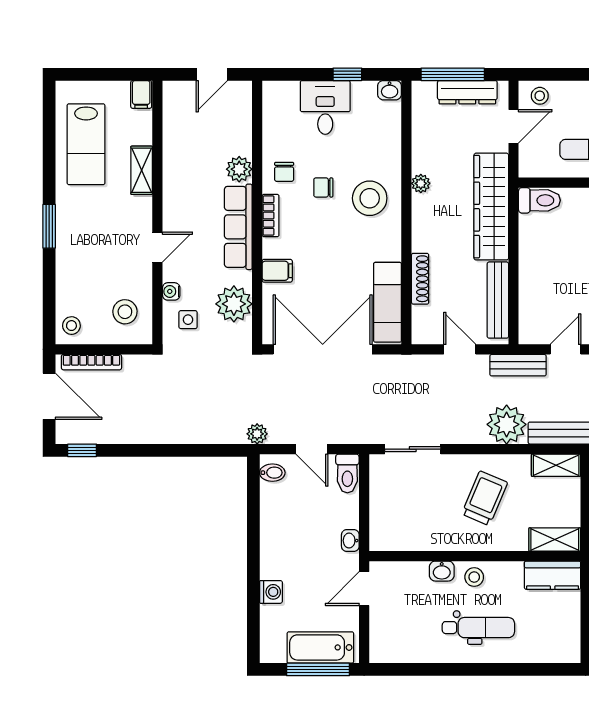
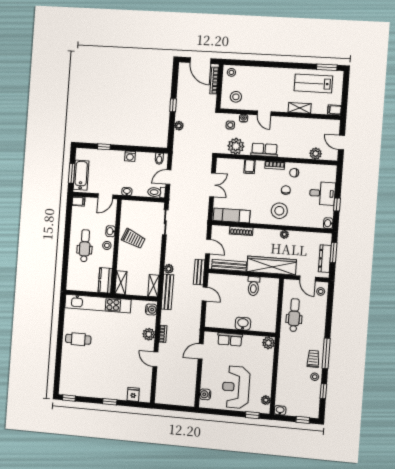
window: (453, 74) -> (333, 253), width x0.69
plant: (239, 169) -> (316, 154), moved
toilet: (539, 200) -> (254, 286), moved
window: (49, 226) -> (327, 67), moved
row of seats: (238, 227) -> (264, 150), width x0.68
double door: (323, 349) -> (213, 185), width x0.54
door: (460, 349) -> (208, 247), hinge flipped
door: (49, 396) -> (200, 61), hinge flipped
plant: (507, 424) -> (169, 269), width x0.53, depth x0.53
plant: (257, 434) -> (179, 126), moved
window: (82, 450) -> (173, 105), moved
trolley: (485, 498) -> (133, 239), moved
door: (364, 589) -> (105, 196), swing flipped
washing machine: (271, 592) -> (130, 156), moved
window: (253, 600) -> (104, 147), added
dental chair: (478, 628) -> (85, 246), turned 180
filing cabinet: (380, 649) -> (78, 201), added
window: (318, 669) -> (72, 173), width x0.69

